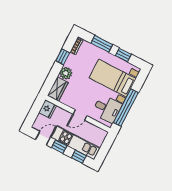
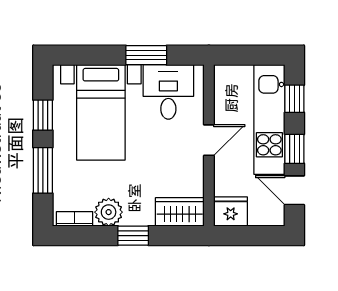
window: (63, 57) -> (133, 236), moved
plant: (66, 73) -> (109, 212), moved
window: (126, 108) -> (146, 55), width x0.47
door: (80, 115) -> (209, 140), hinge flipped

